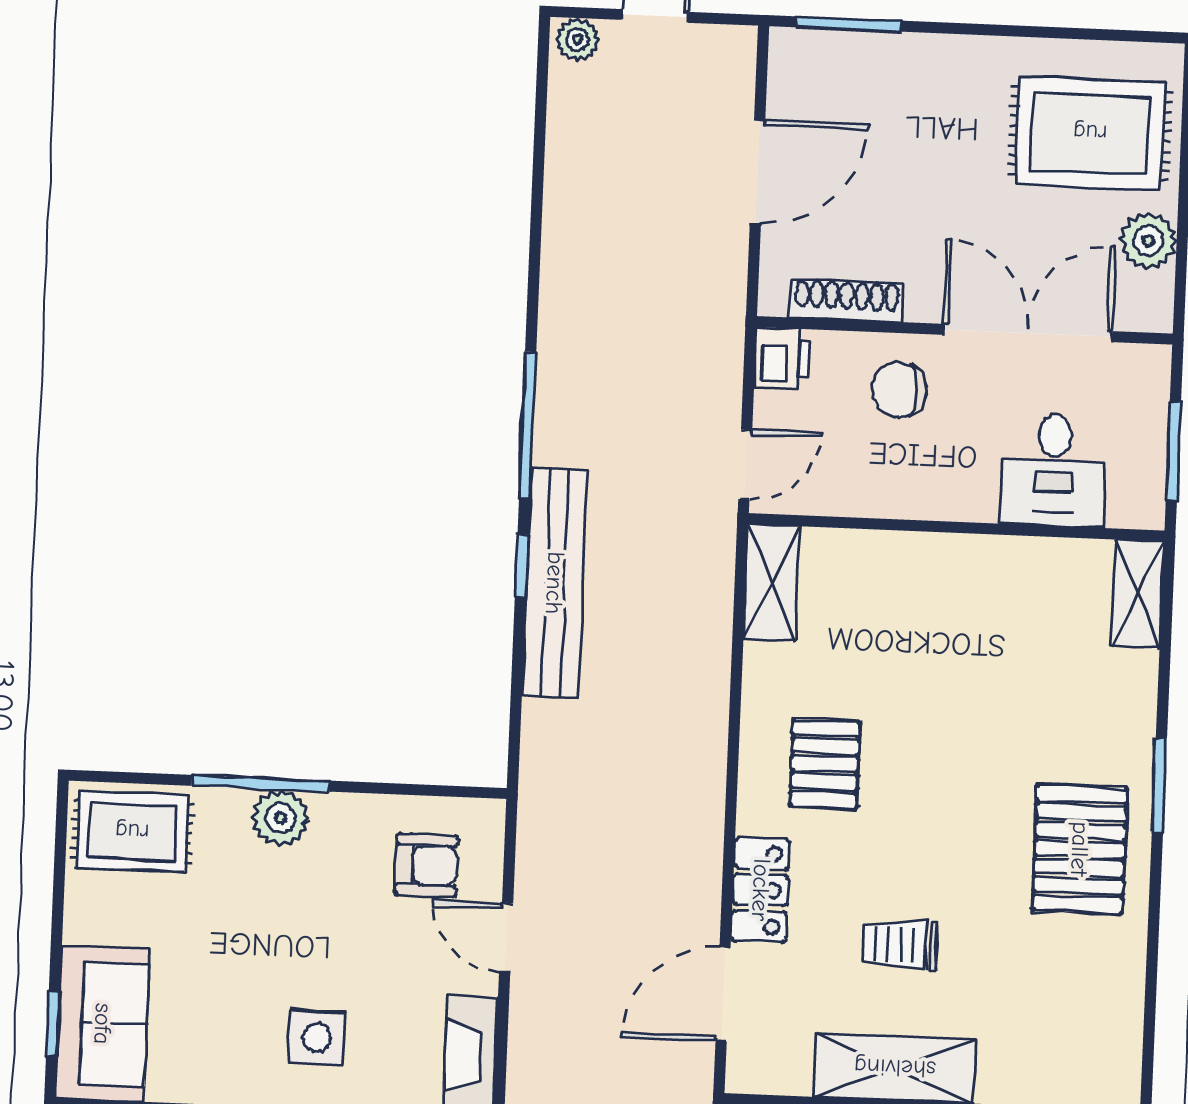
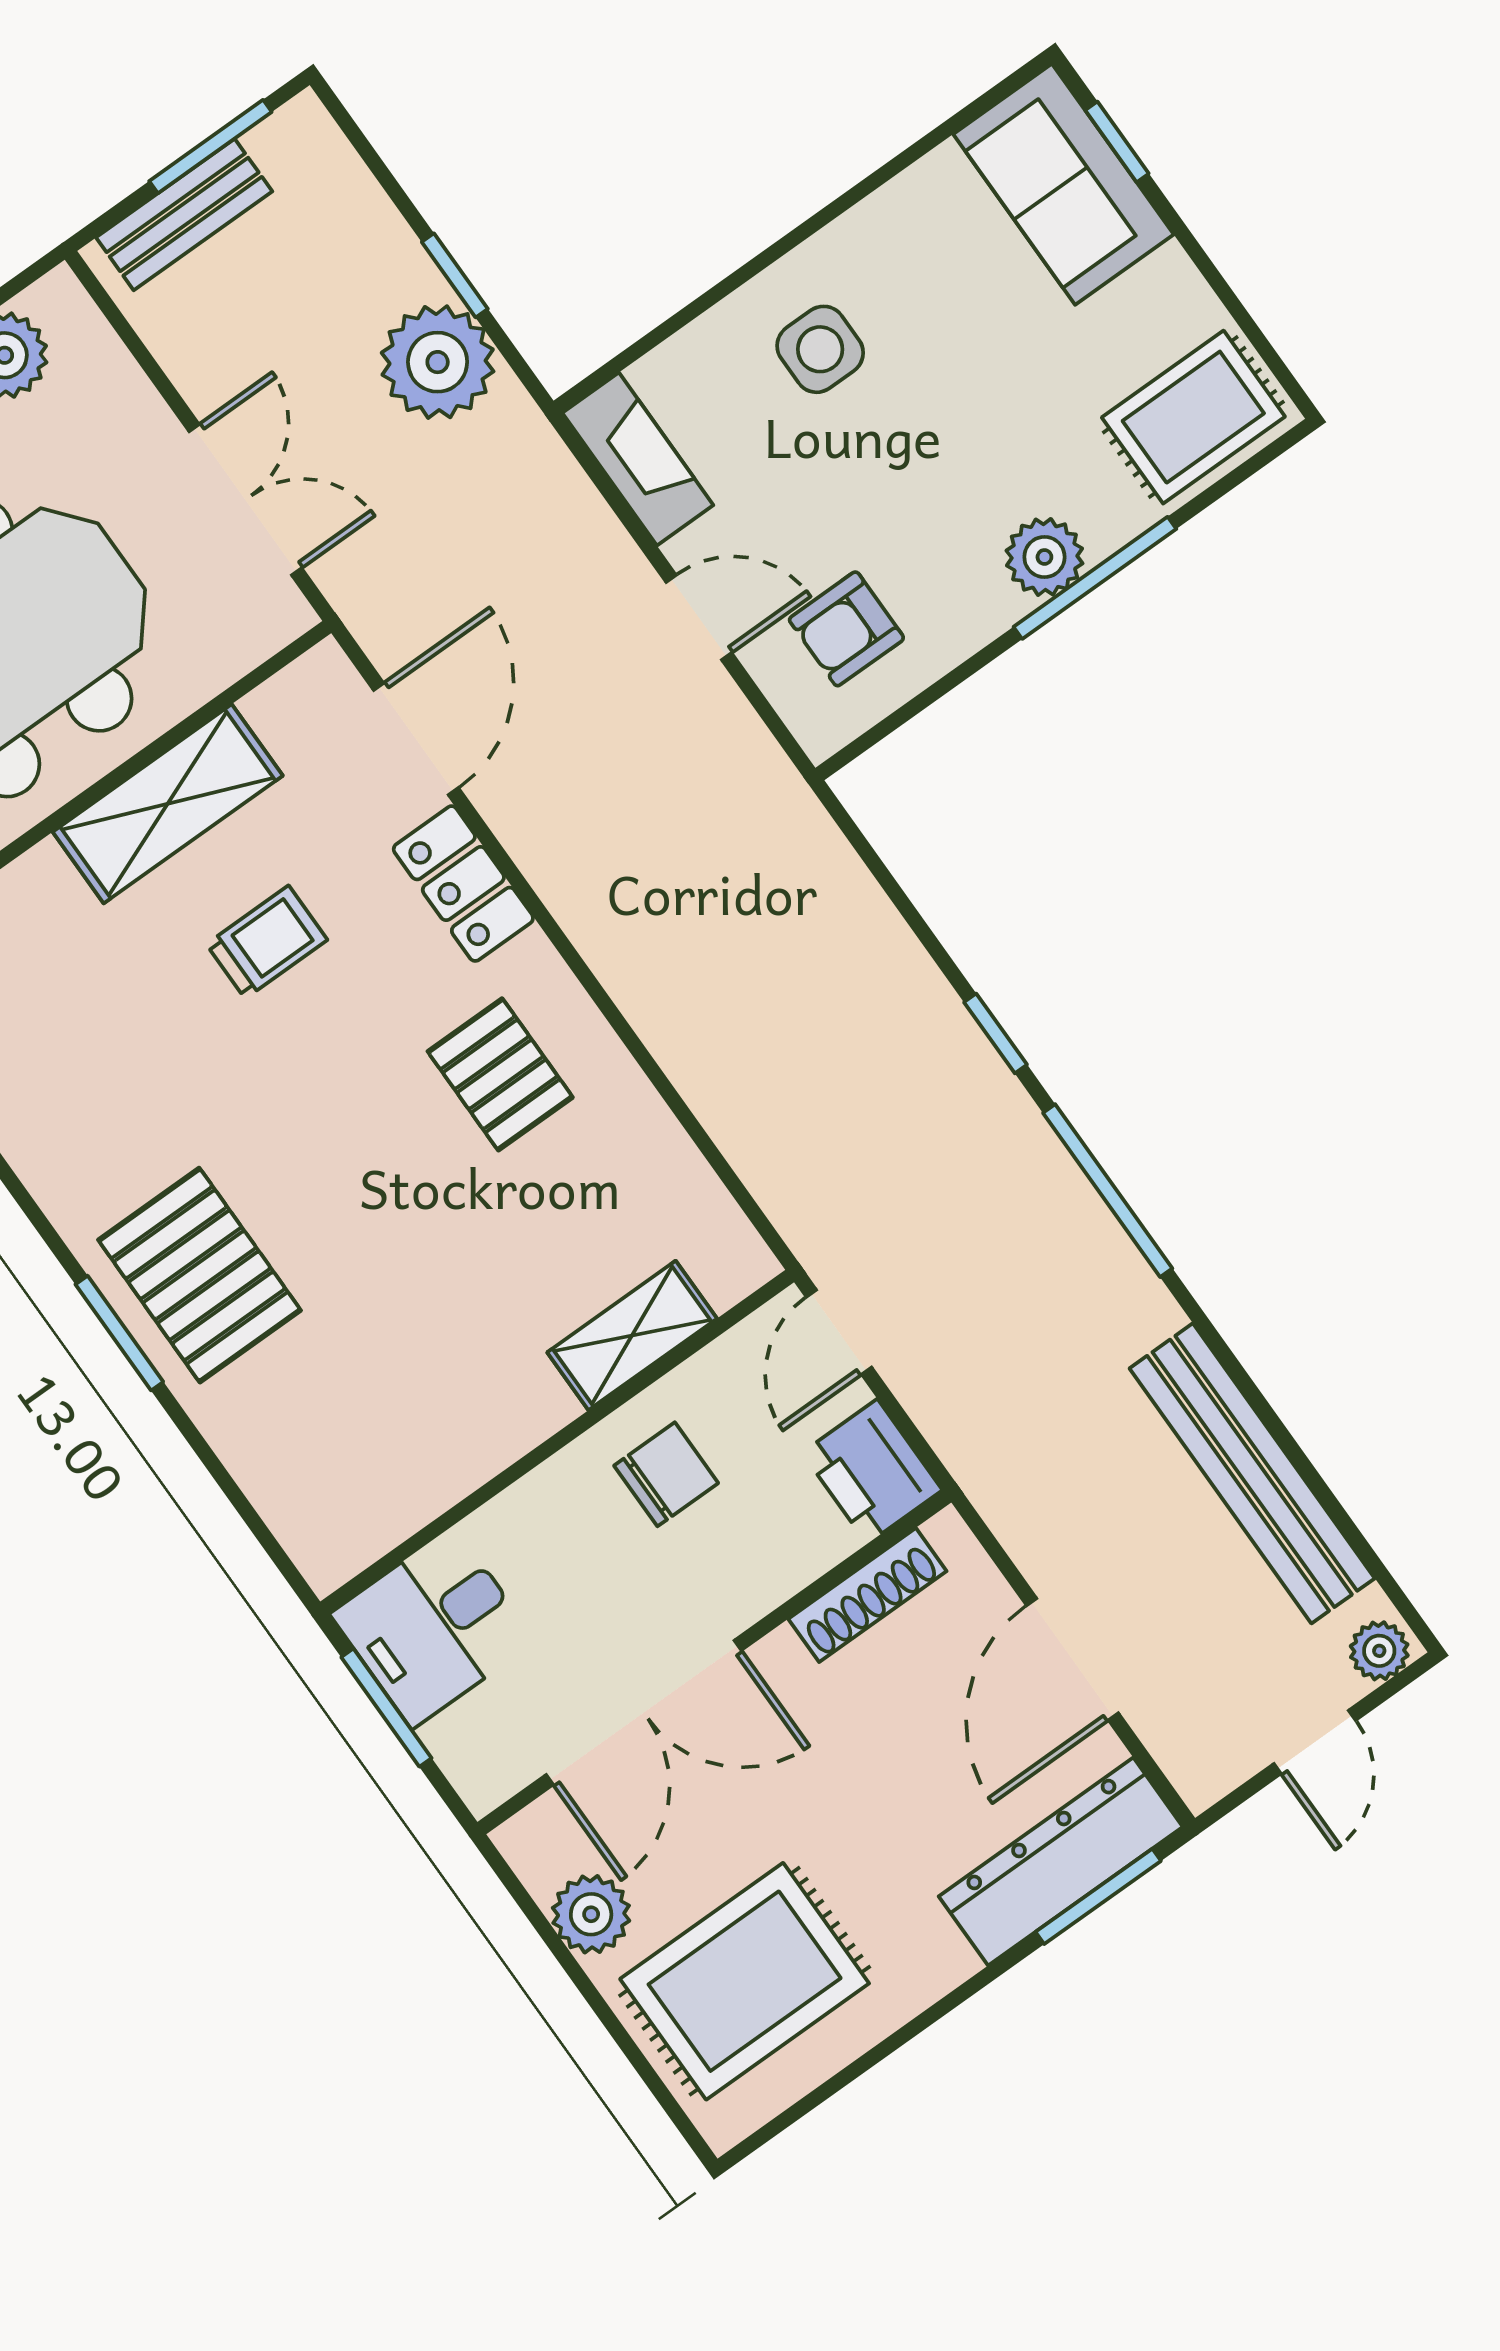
dresser: (855, 61) -> (1061, 1862), added
printer: (782, 358) -> (872, 1471), width x1.36, depth x1.24
chair: (899, 389) -> (666, 1474), moved
desk: (1054, 470) -> (433, 1627), moved, turned -90
bench: (555, 583) -> (1252, 1473), moved
shelving: (772, 583) -> (632, 1335), moved, turned 90
shelving: (1138, 594) -> (304, 1523), removed
pallet: (1080, 849) -> (200, 1275), moved

